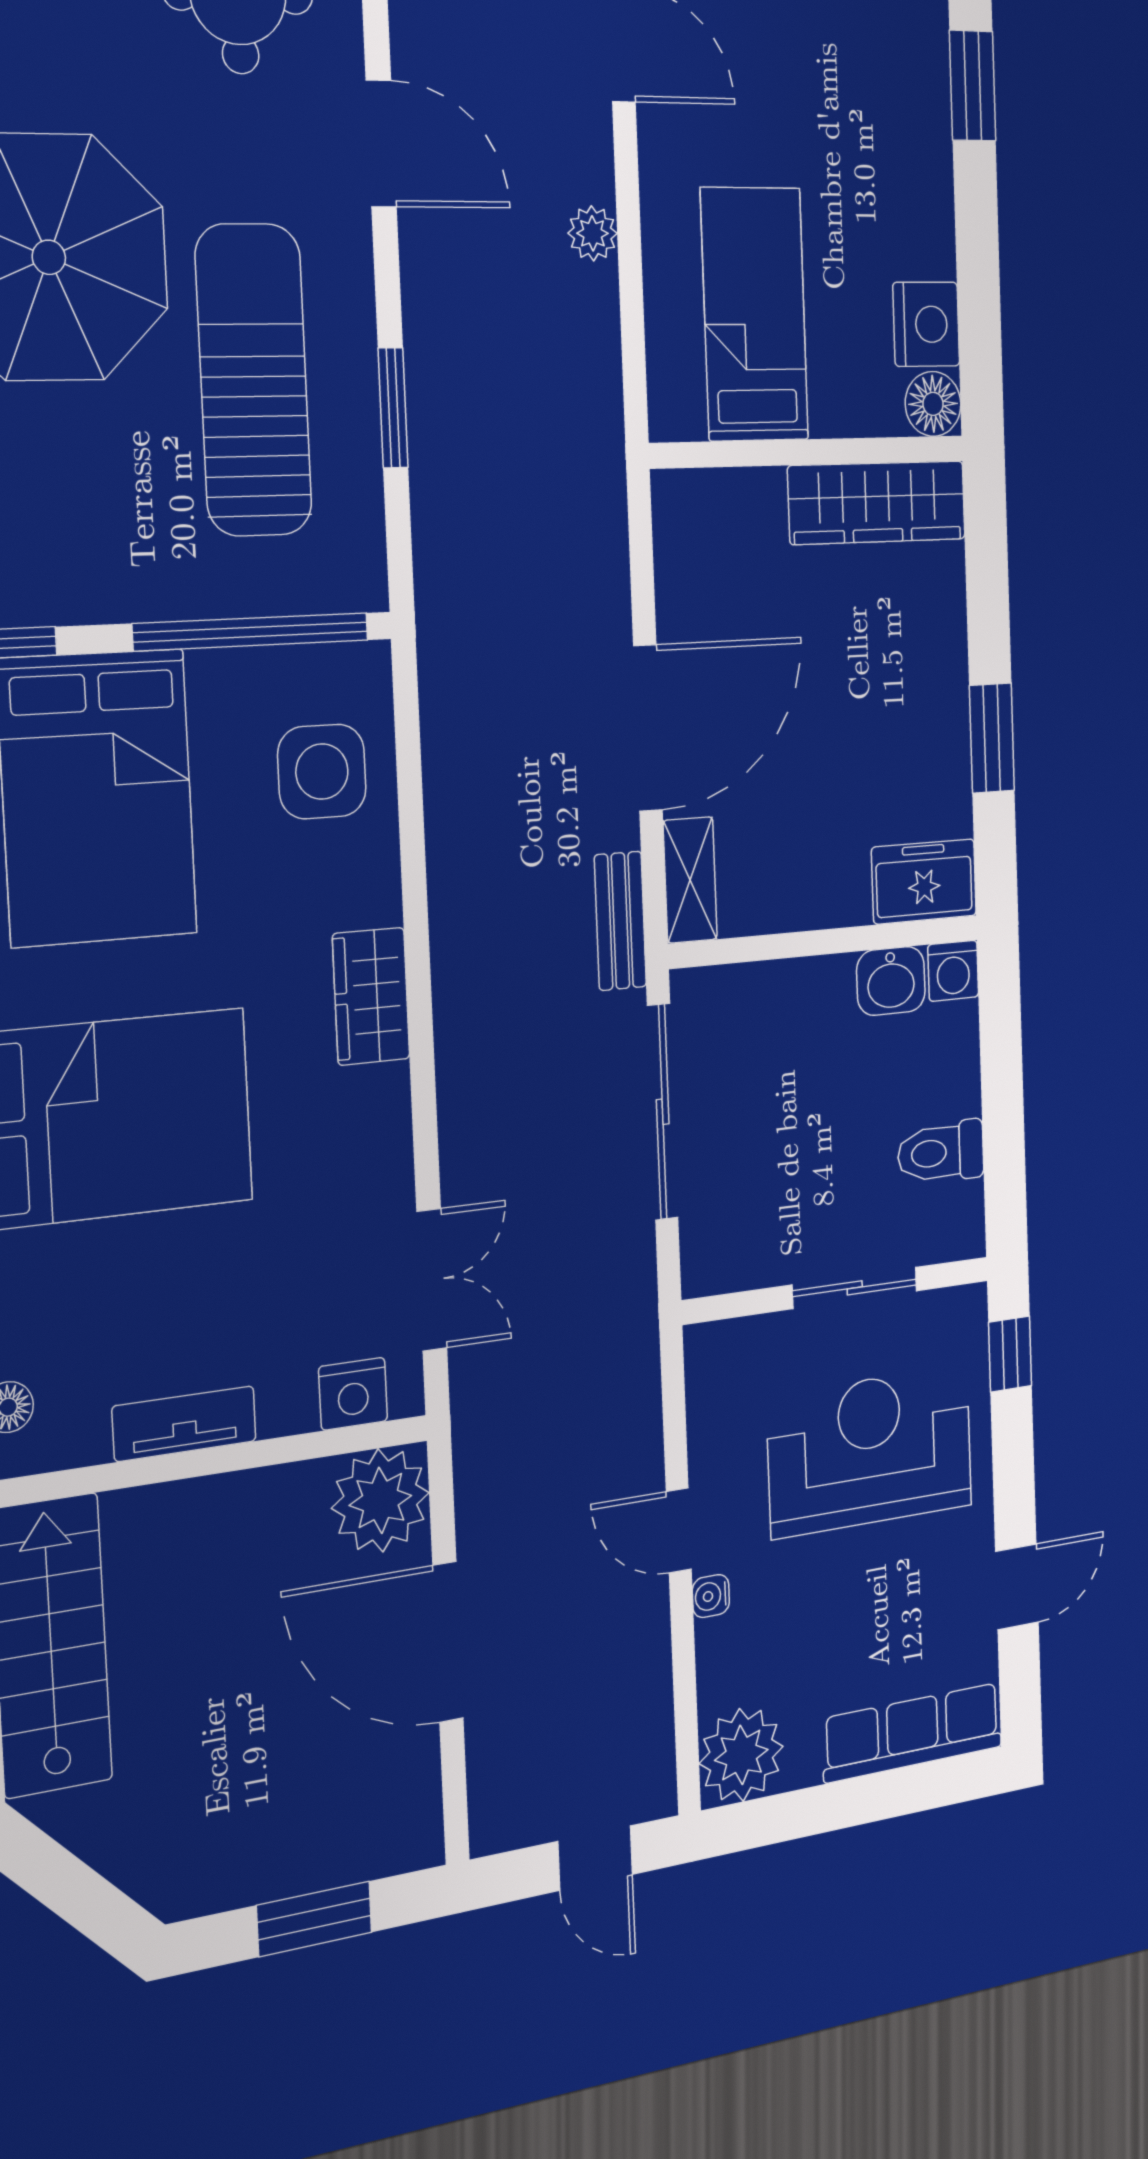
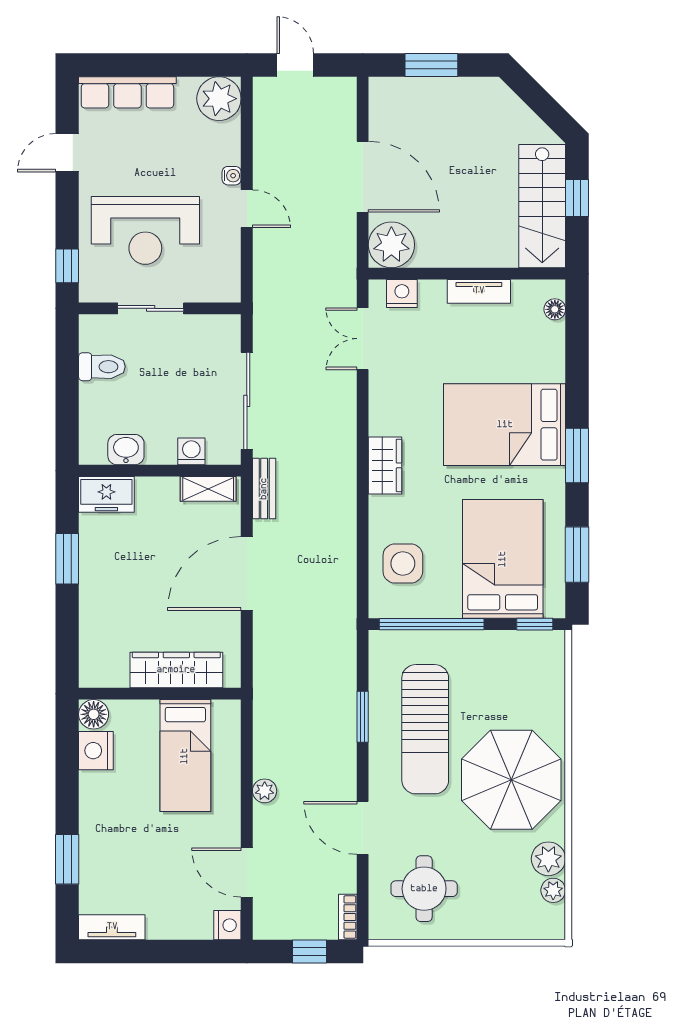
wardrobe: (877, 503) -> (176, 670), moved
shelving: (690, 880) -> (208, 489), moved, turned 90
washing machine: (953, 971) -> (191, 451), moved

